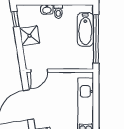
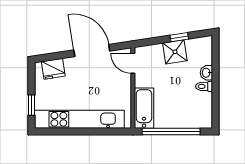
window: (15, 19) -> (179, 37), moved
bathtub: (85, 29) -> (144, 108), moved, turned 90

